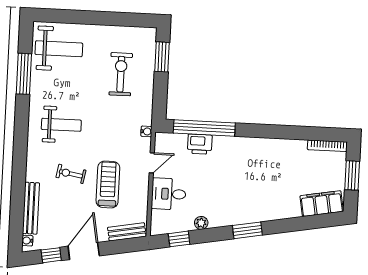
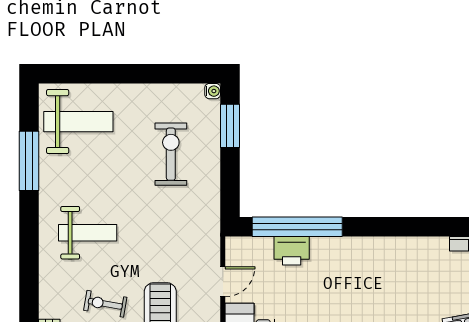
water cooler: (146, 131) -> (213, 91), moved

